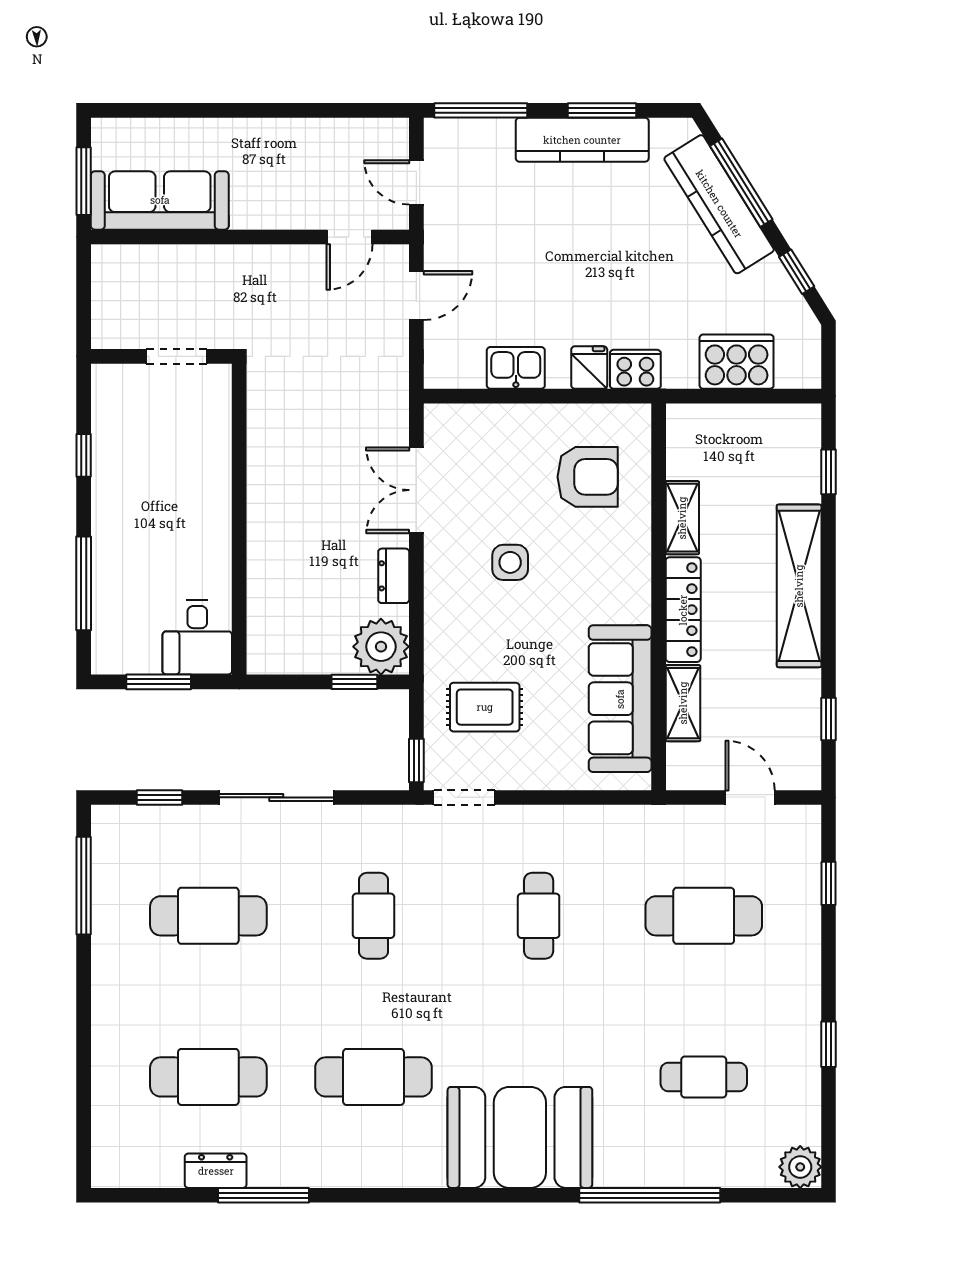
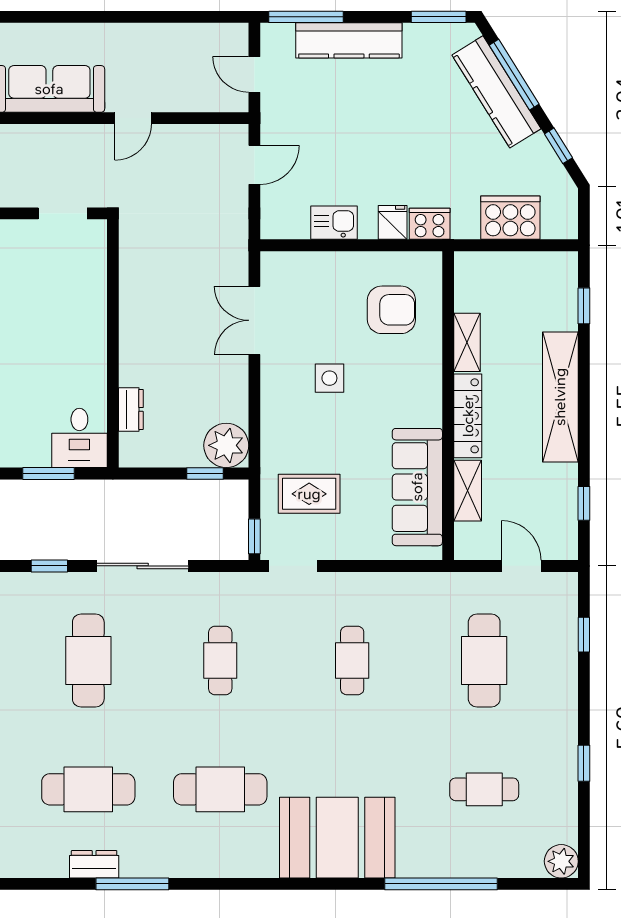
window: (602, 110) -> (439, 17), moved
kitchen counter: (582, 140) -> (349, 40), moved
door: (350, 237) -> (133, 118), moved
dresser: (394, 576) -> (131, 409), moved, turned 180
cafe table: (208, 916) -> (88, 661), turned 90
cafe table: (704, 916) -> (484, 661), turned 90

